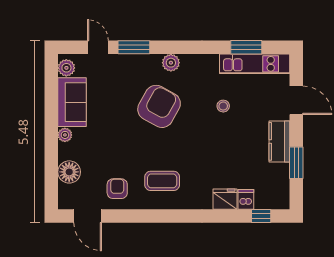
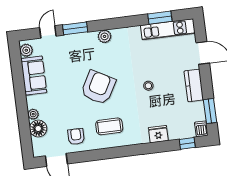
door: (98, 47) -> (48, 32), hinge flipped
armchair: (159, 106) -> (98, 87), moved
stool: (223, 106) -> (148, 86), moved
plant: (65, 135) -> (33, 114), moved
window: (296, 163) -> (210, 111), moved
dishwasher: (246, 199) -> (201, 129), moved

